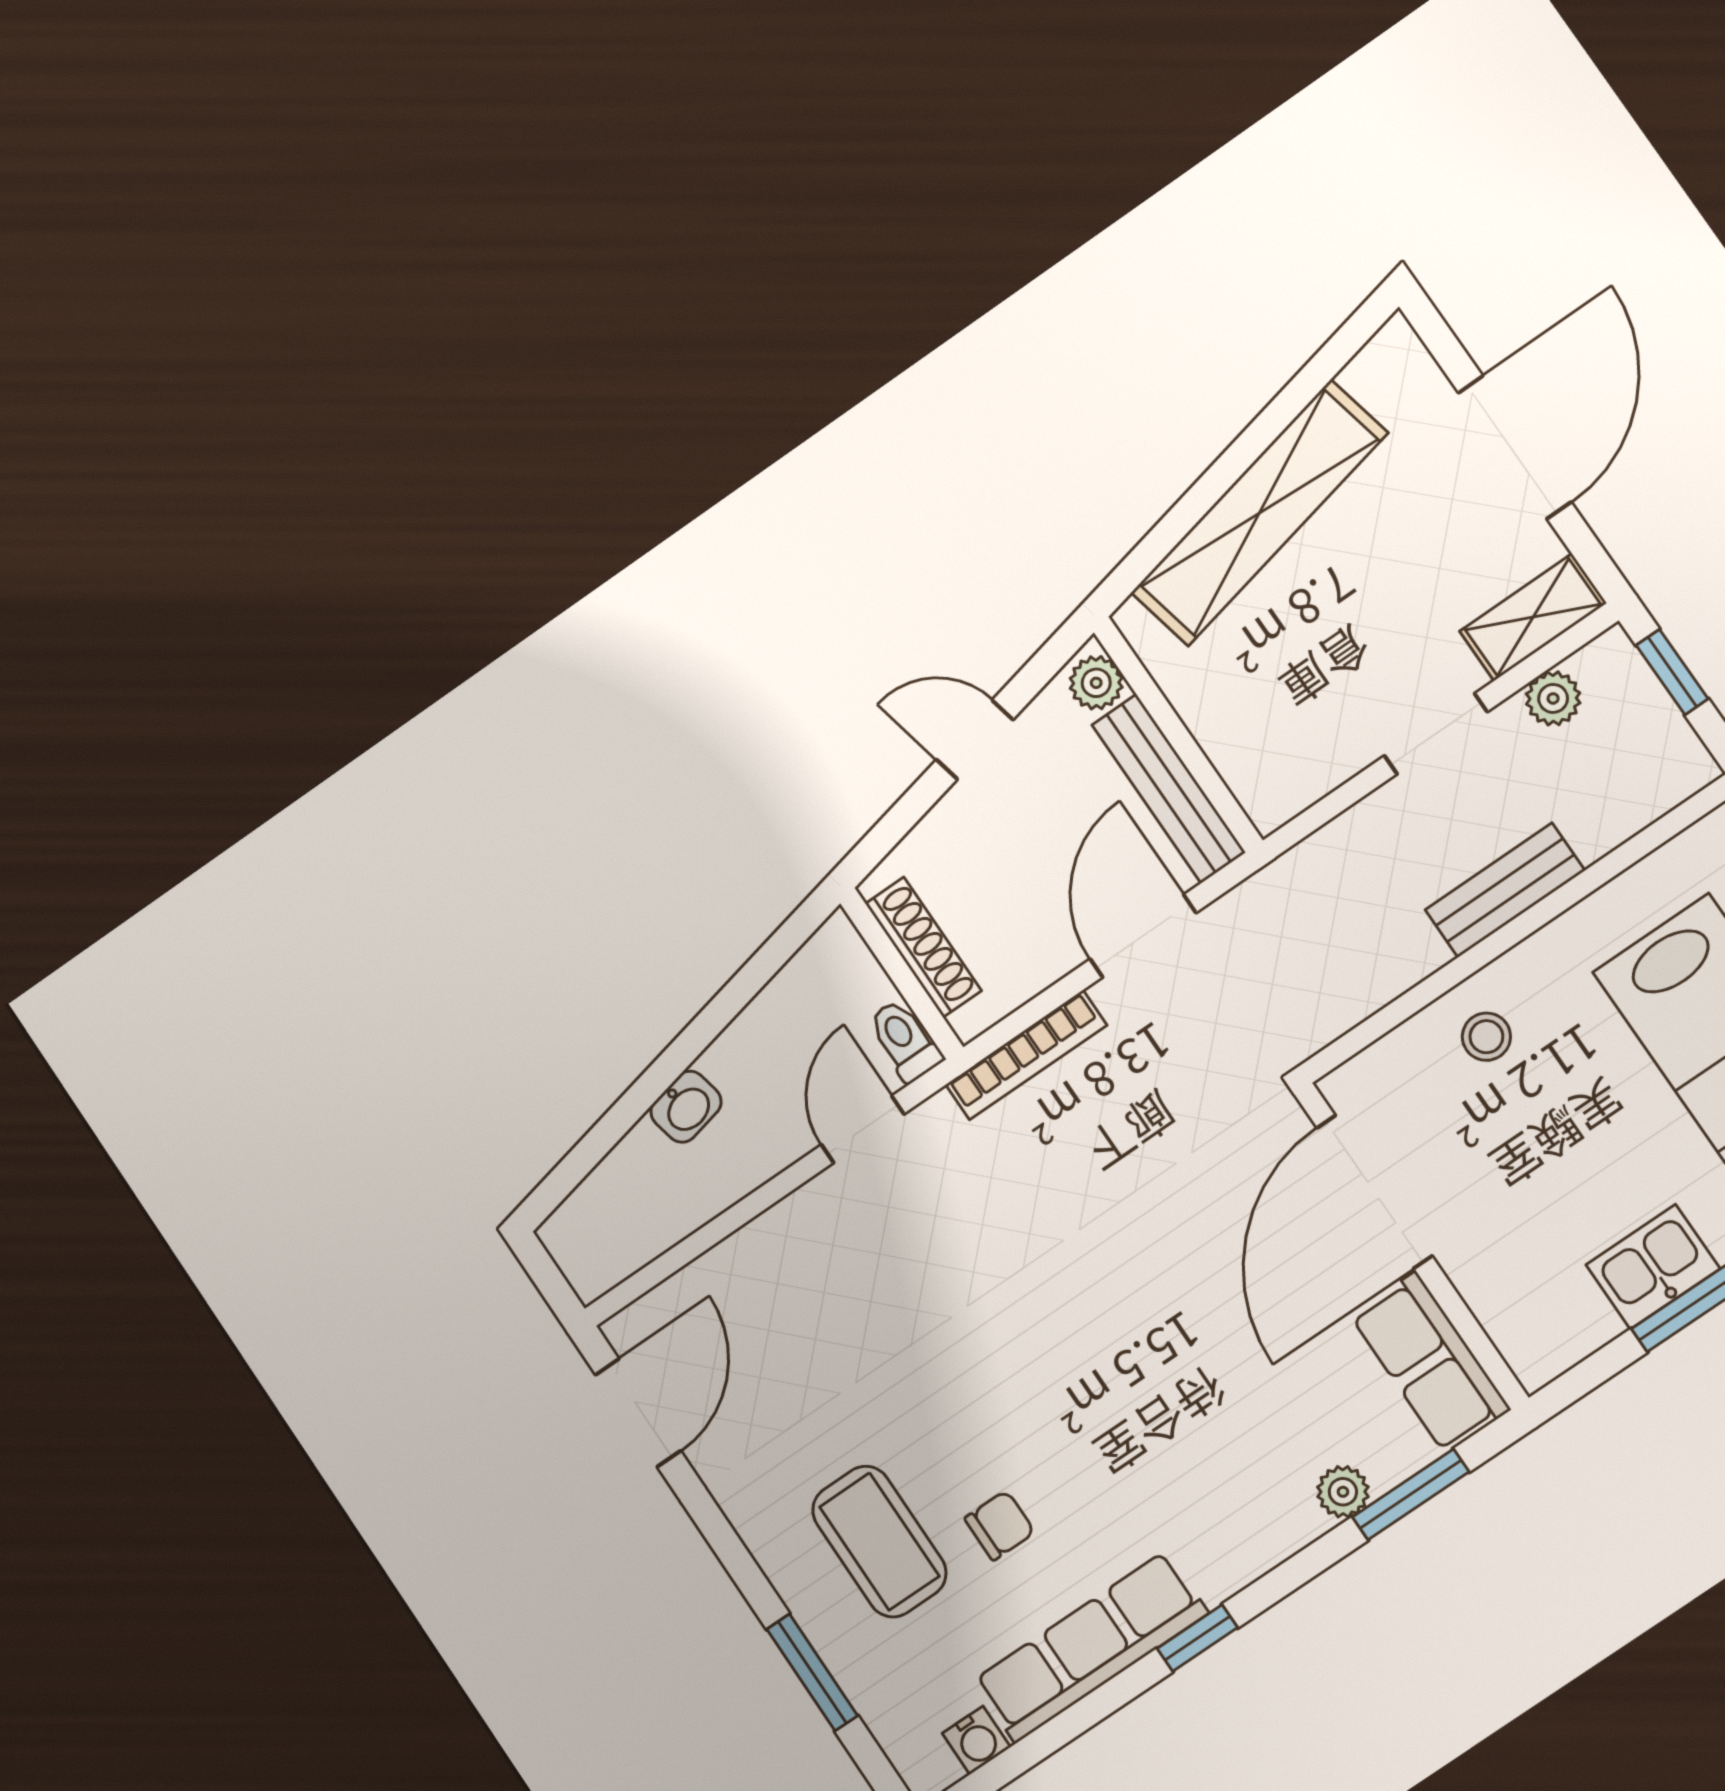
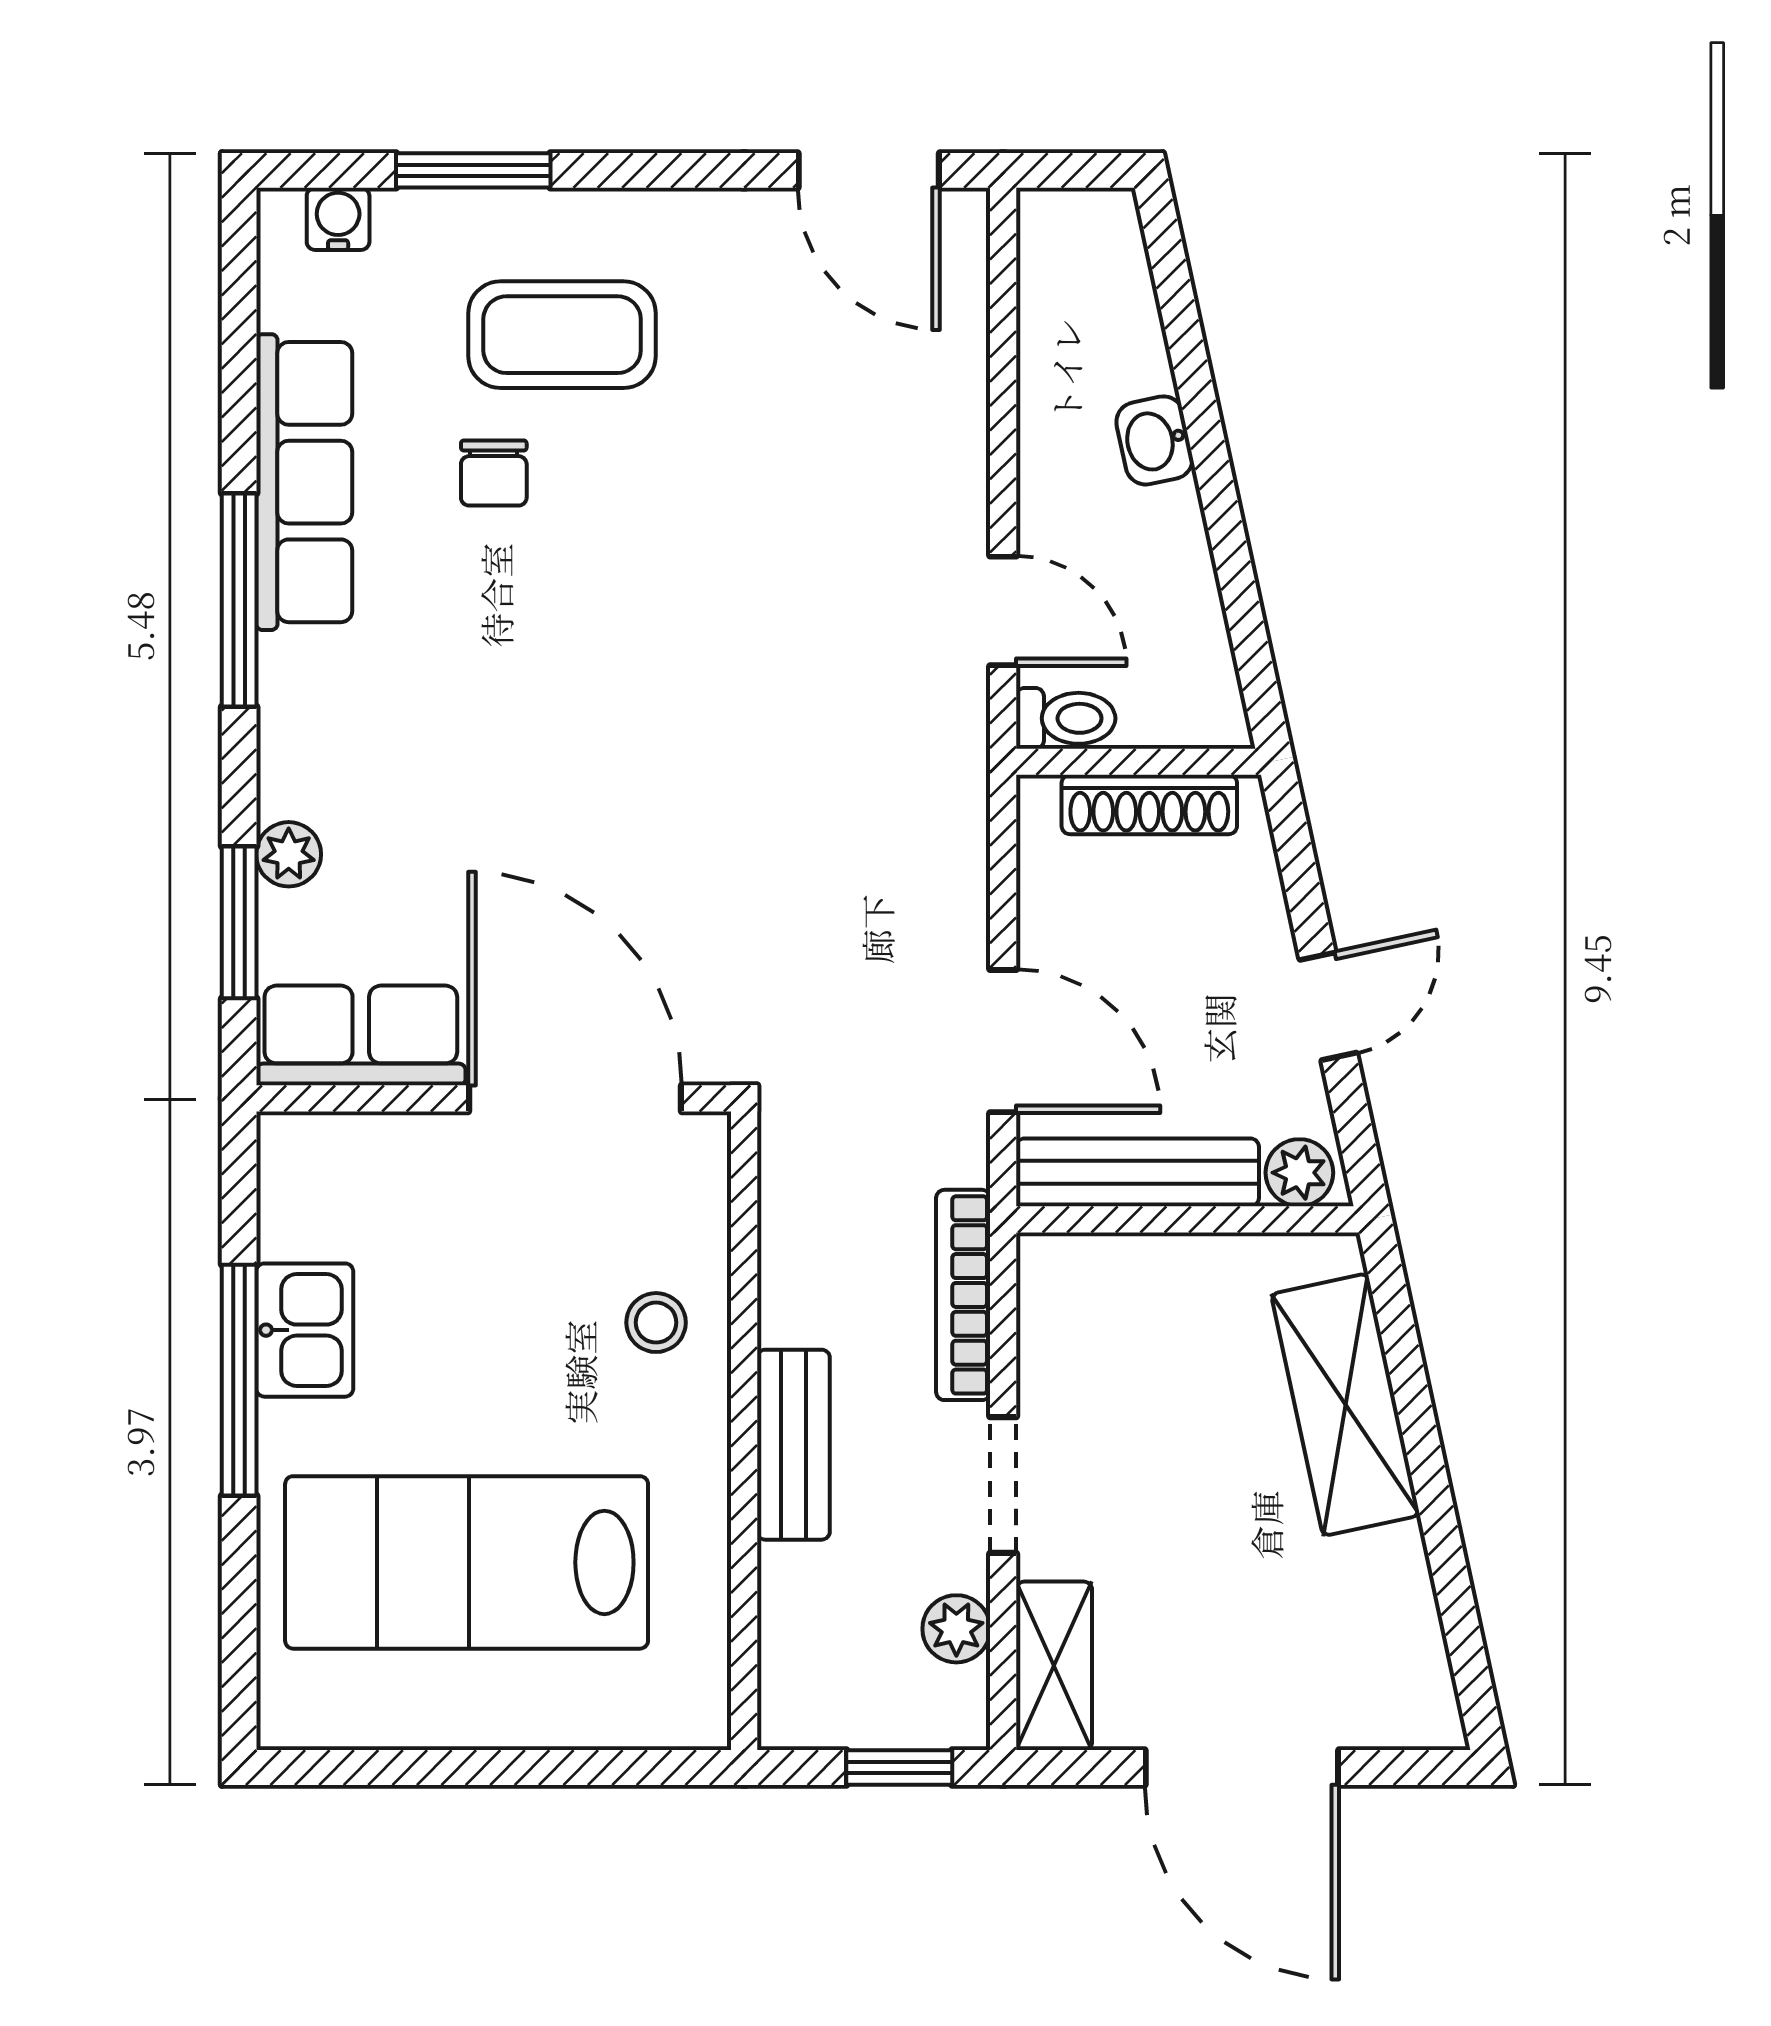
shelving: (1259, 513) -> (1346, 1405), width x0.68
bookcase: (1026, 1055) -> (963, 1295), moved
window: (1197, 1638) -> (239, 600), width x2.17
water cooler: (976, 1740) -> (338, 219), moved, turned 90

